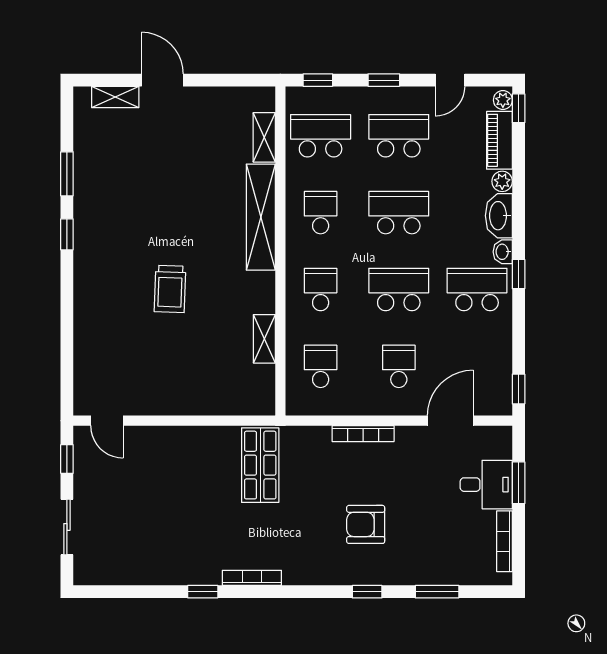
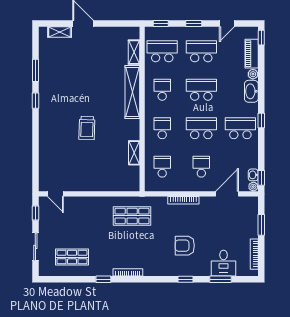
plant: (503, 100) -> (253, 187), moved
washbasin: (503, 252) -> (253, 175), moved
shop shelf: (260, 465) -> (132, 216), turned 90
desk: (486, 485) -> (224, 263), moved, turned 90
shop shelf: (140, 547) -> (72, 257), added

